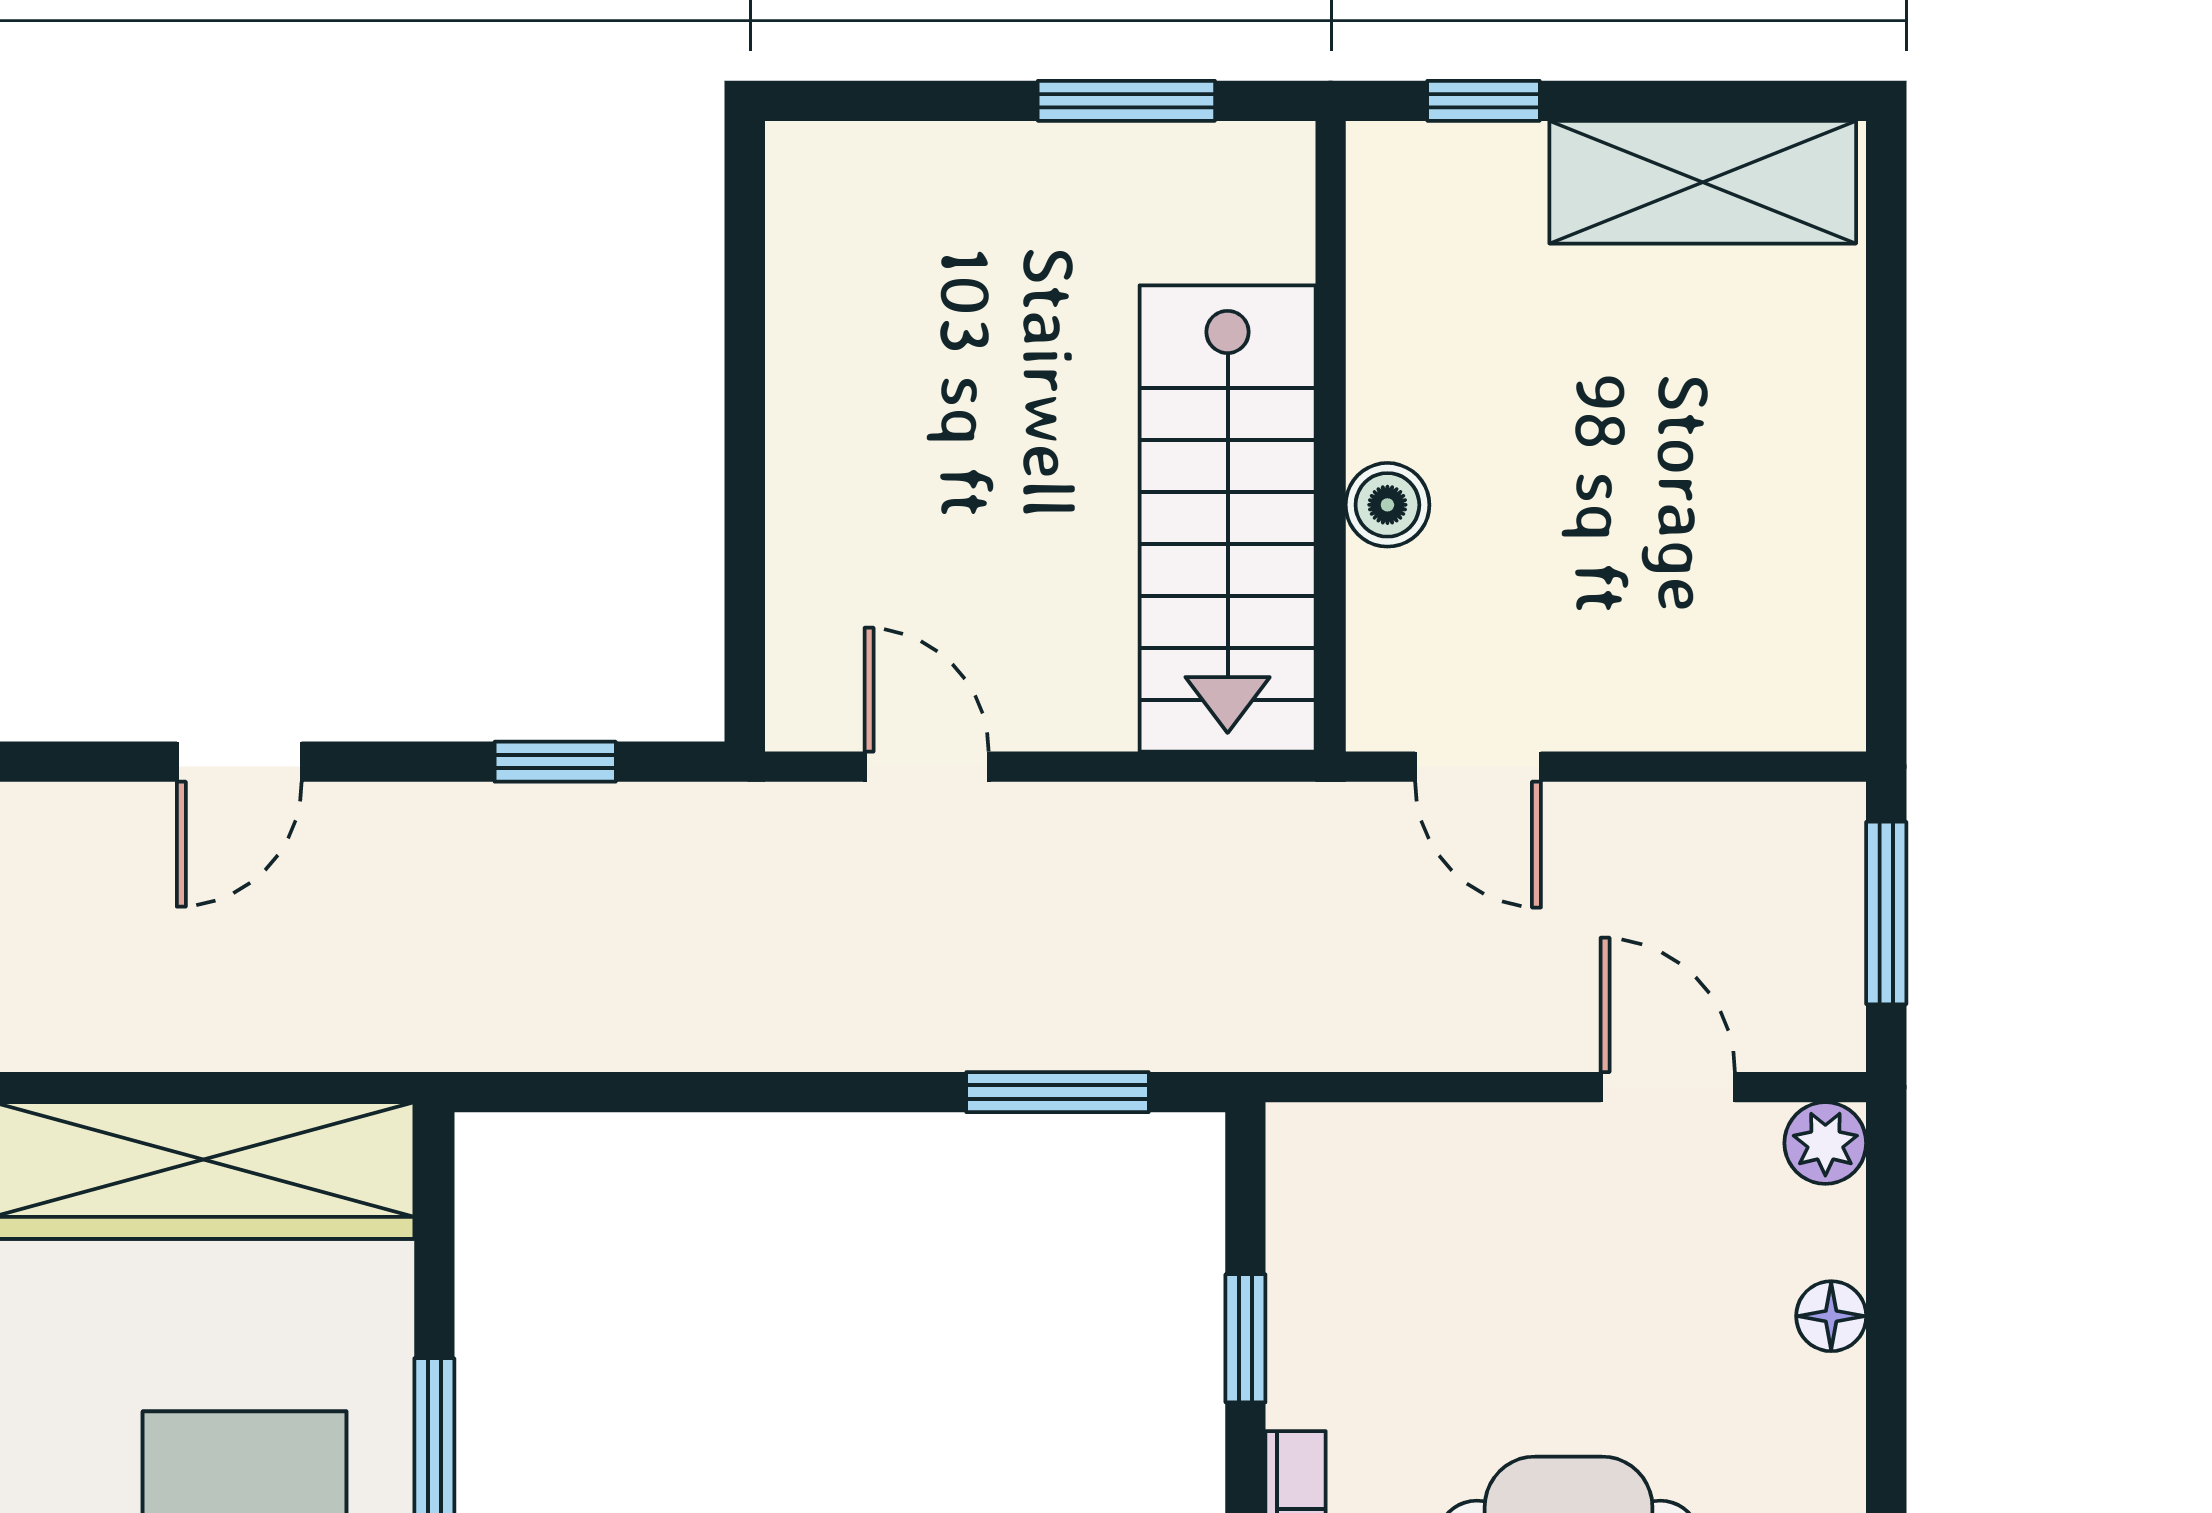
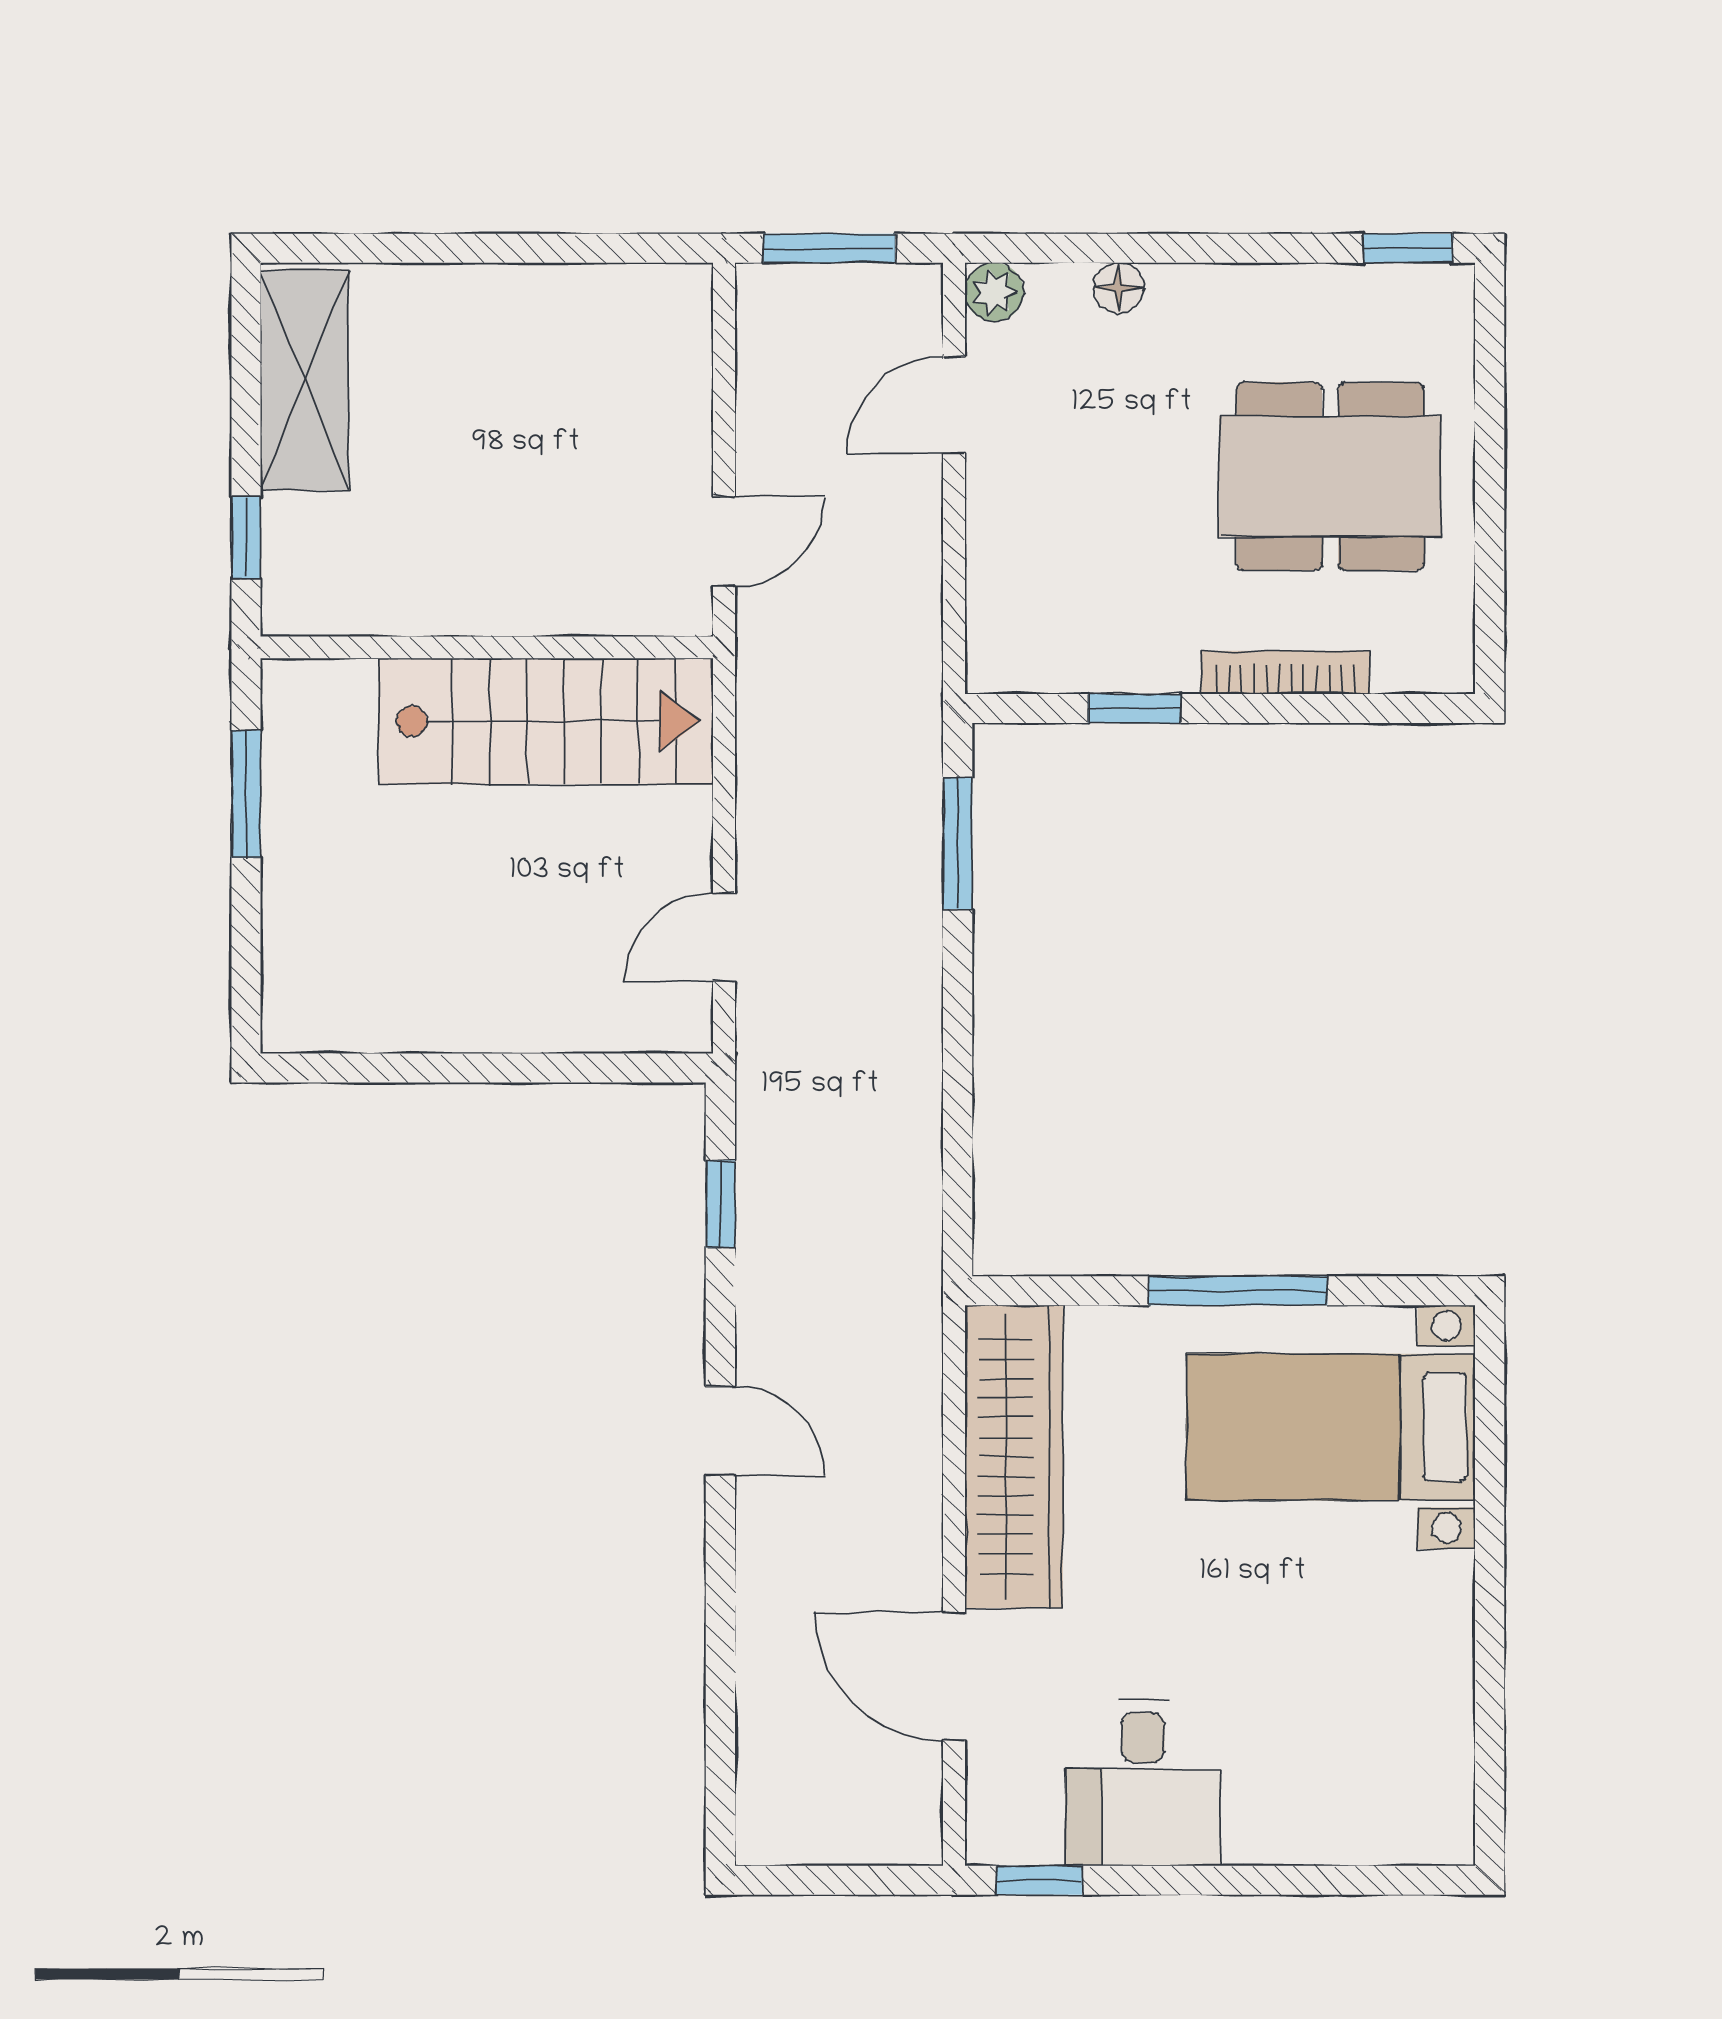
boiler: (1387, 505) -> (536, 606), removed

